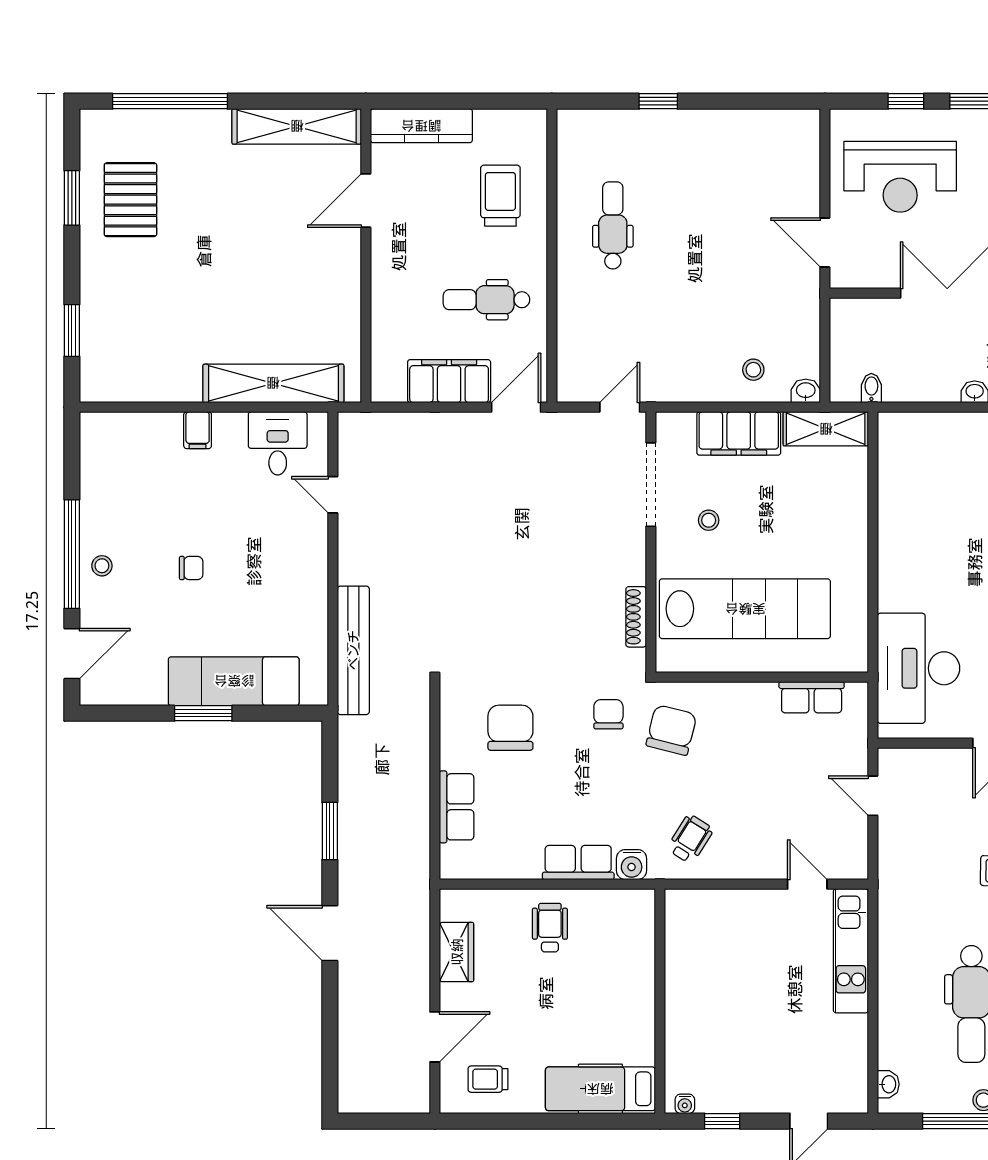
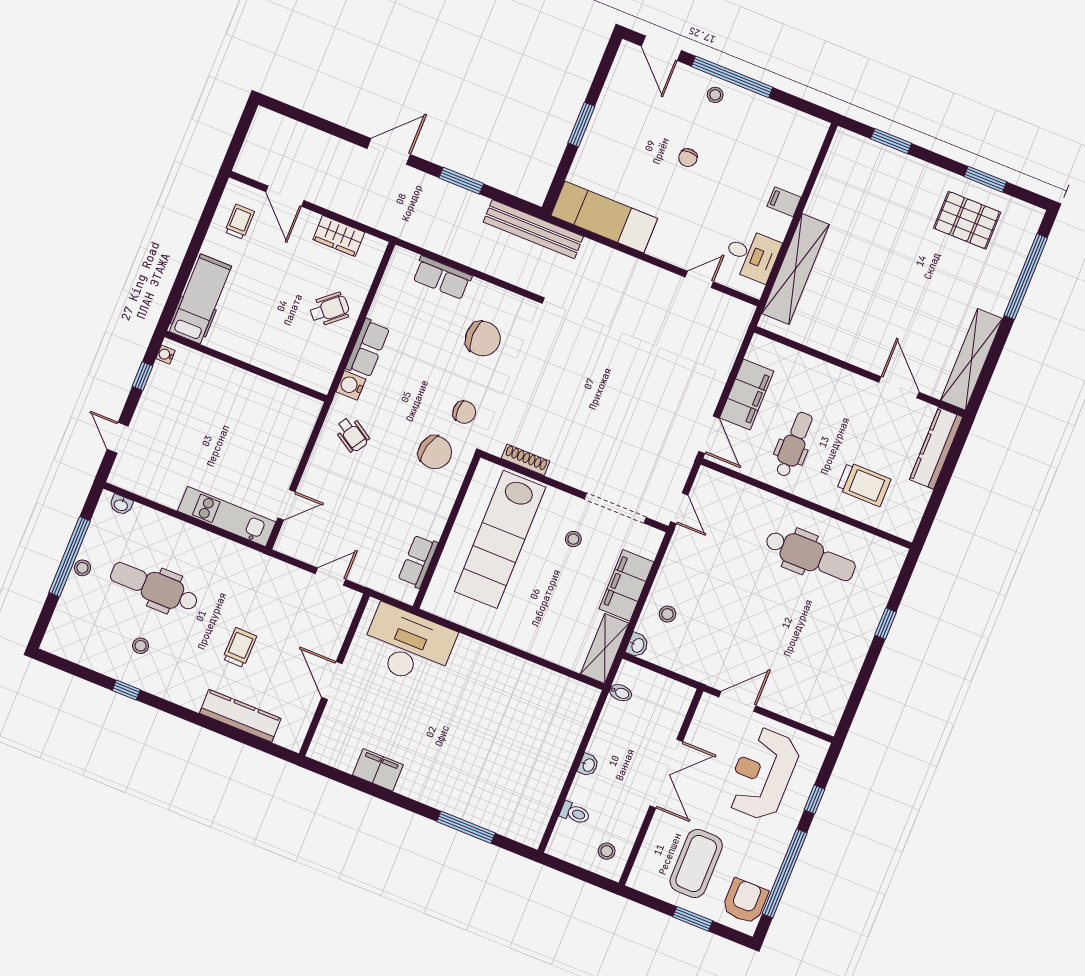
dental chair: (613, 225) -> (810, 556), width x1.36, depth x1.38
bench: (353, 650) -> (533, 229), moved
exam couch: (234, 681) -> (604, 217), moved, turned -90
wheelchair: (550, 928) -> (329, 309), turned -41

